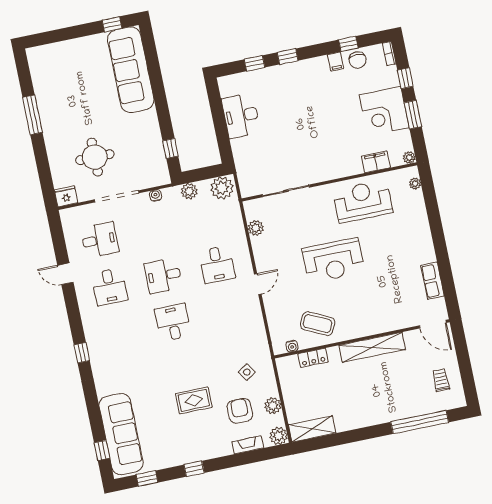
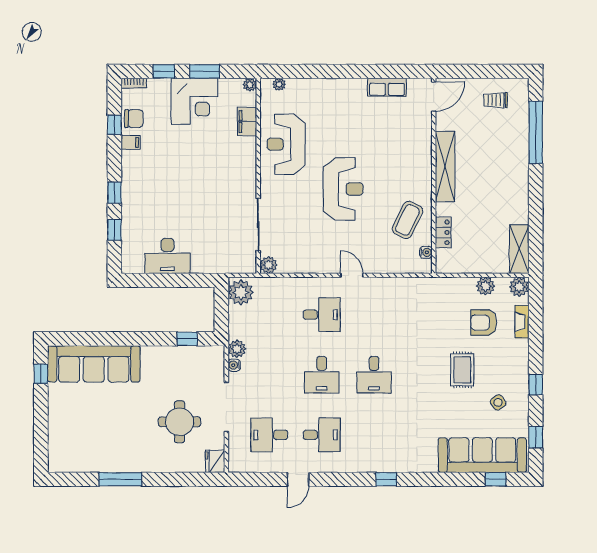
plant: (189, 191) -> (237, 349), moved
plant: (256, 228) -> (268, 265), moved
desk: (100, 240) -> (269, 435), turned -90
desk: (173, 322) -> (374, 375), turned -90
side table: (247, 372) -> (498, 402), moved

